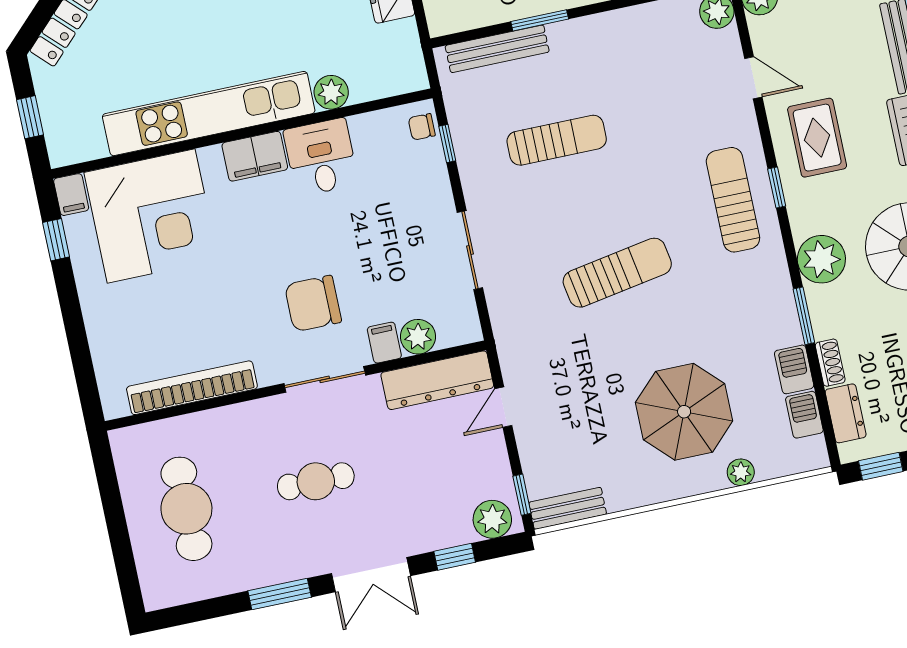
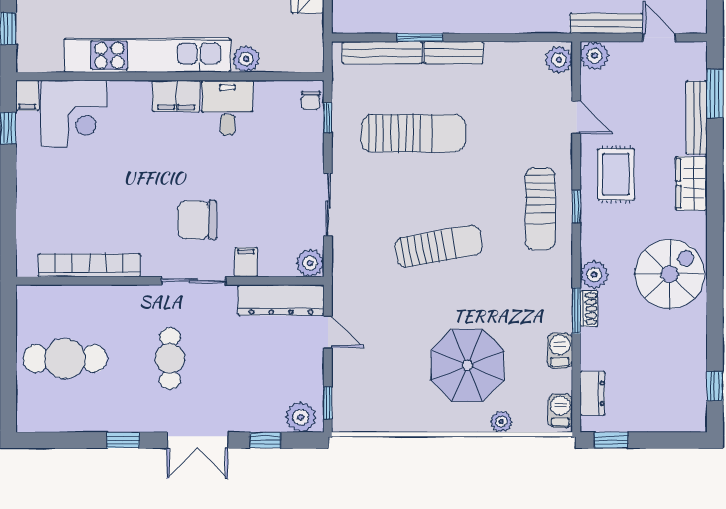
chair: (422, 127) -> (311, 101), turned -90
sun lounger: (557, 140) -> (413, 133), width x1.36, depth x1.34
sun lounger: (733, 200) -> (540, 209), turned 180
corner desk: (151, 216) -> (74, 113), width x0.74, depth x0.74
plant: (821, 259) -> (594, 275), width x0.73, depth x0.73
plant: (418, 337) -> (310, 263), moved
shoe rack: (830, 363) -> (589, 309), moved
door: (503, 407) -> (328, 332), swing flipped
barbecue: (804, 415) -> (560, 411), moved
cafe table: (316, 481) -> (170, 359), turned 90
bench: (568, 508) -> (453, 53), moved
cafe table: (186, 509) -> (65, 359), turned 90
window: (280, 594) -> (123, 440), width x0.67

